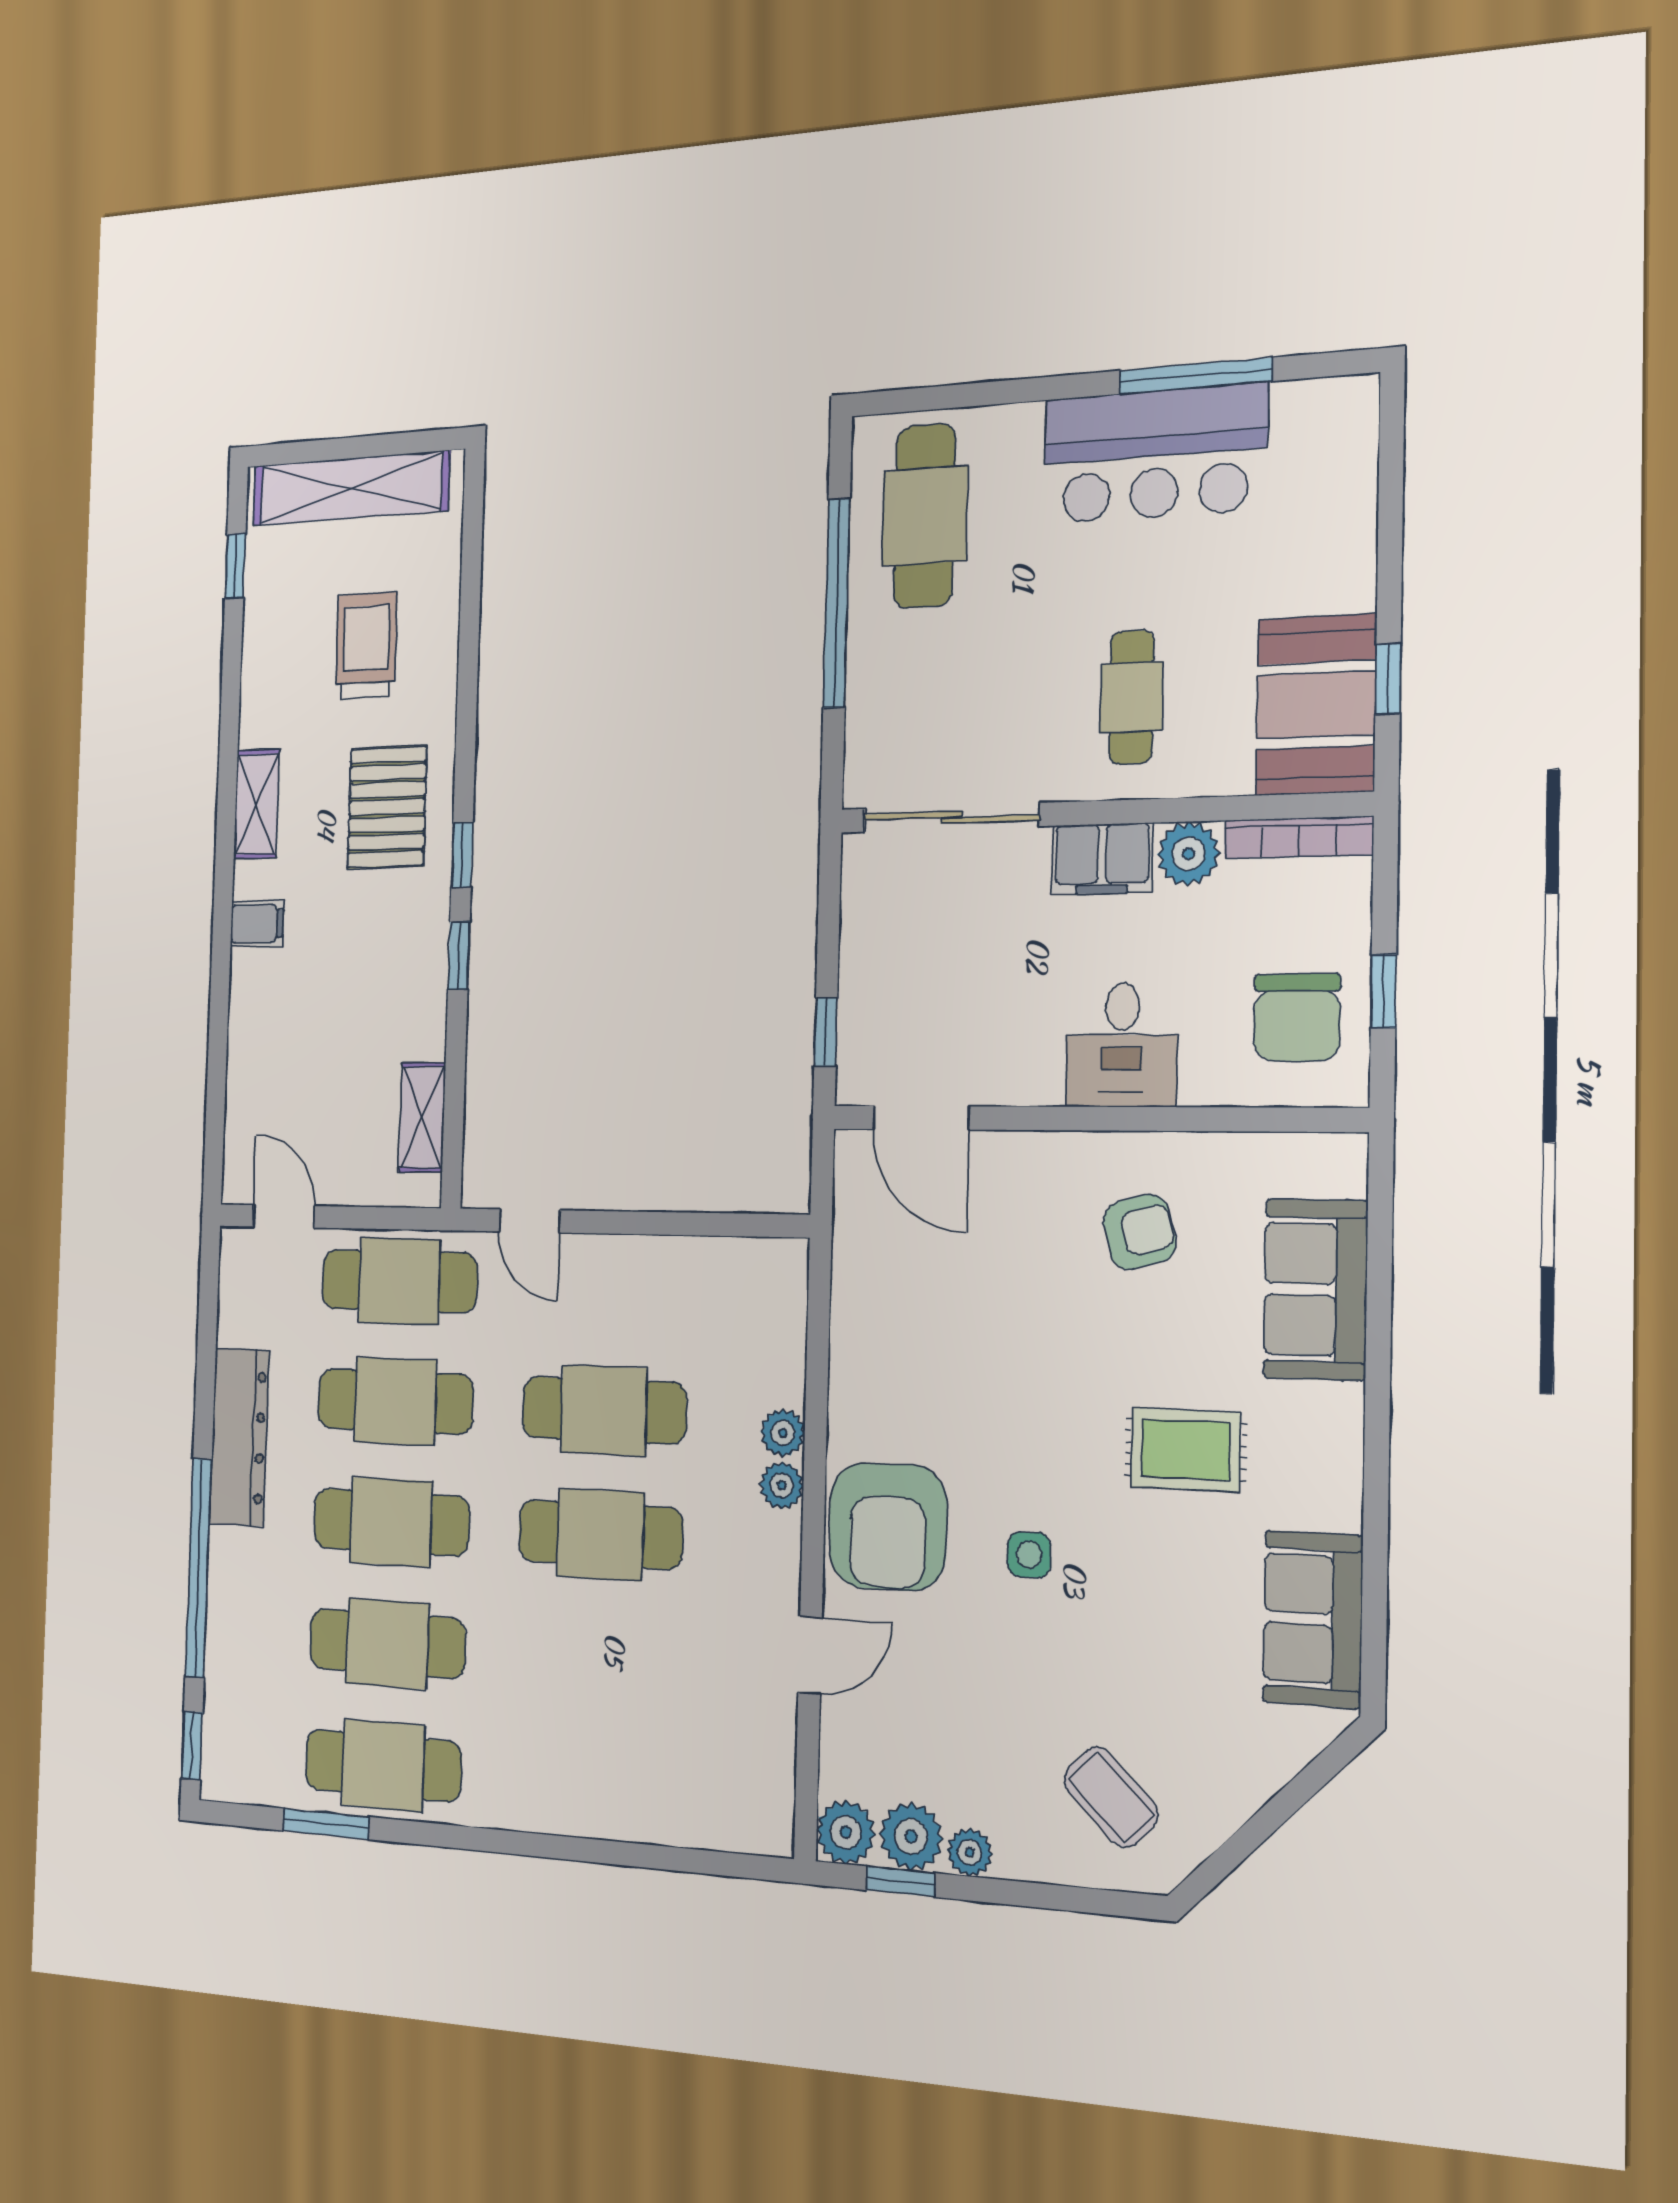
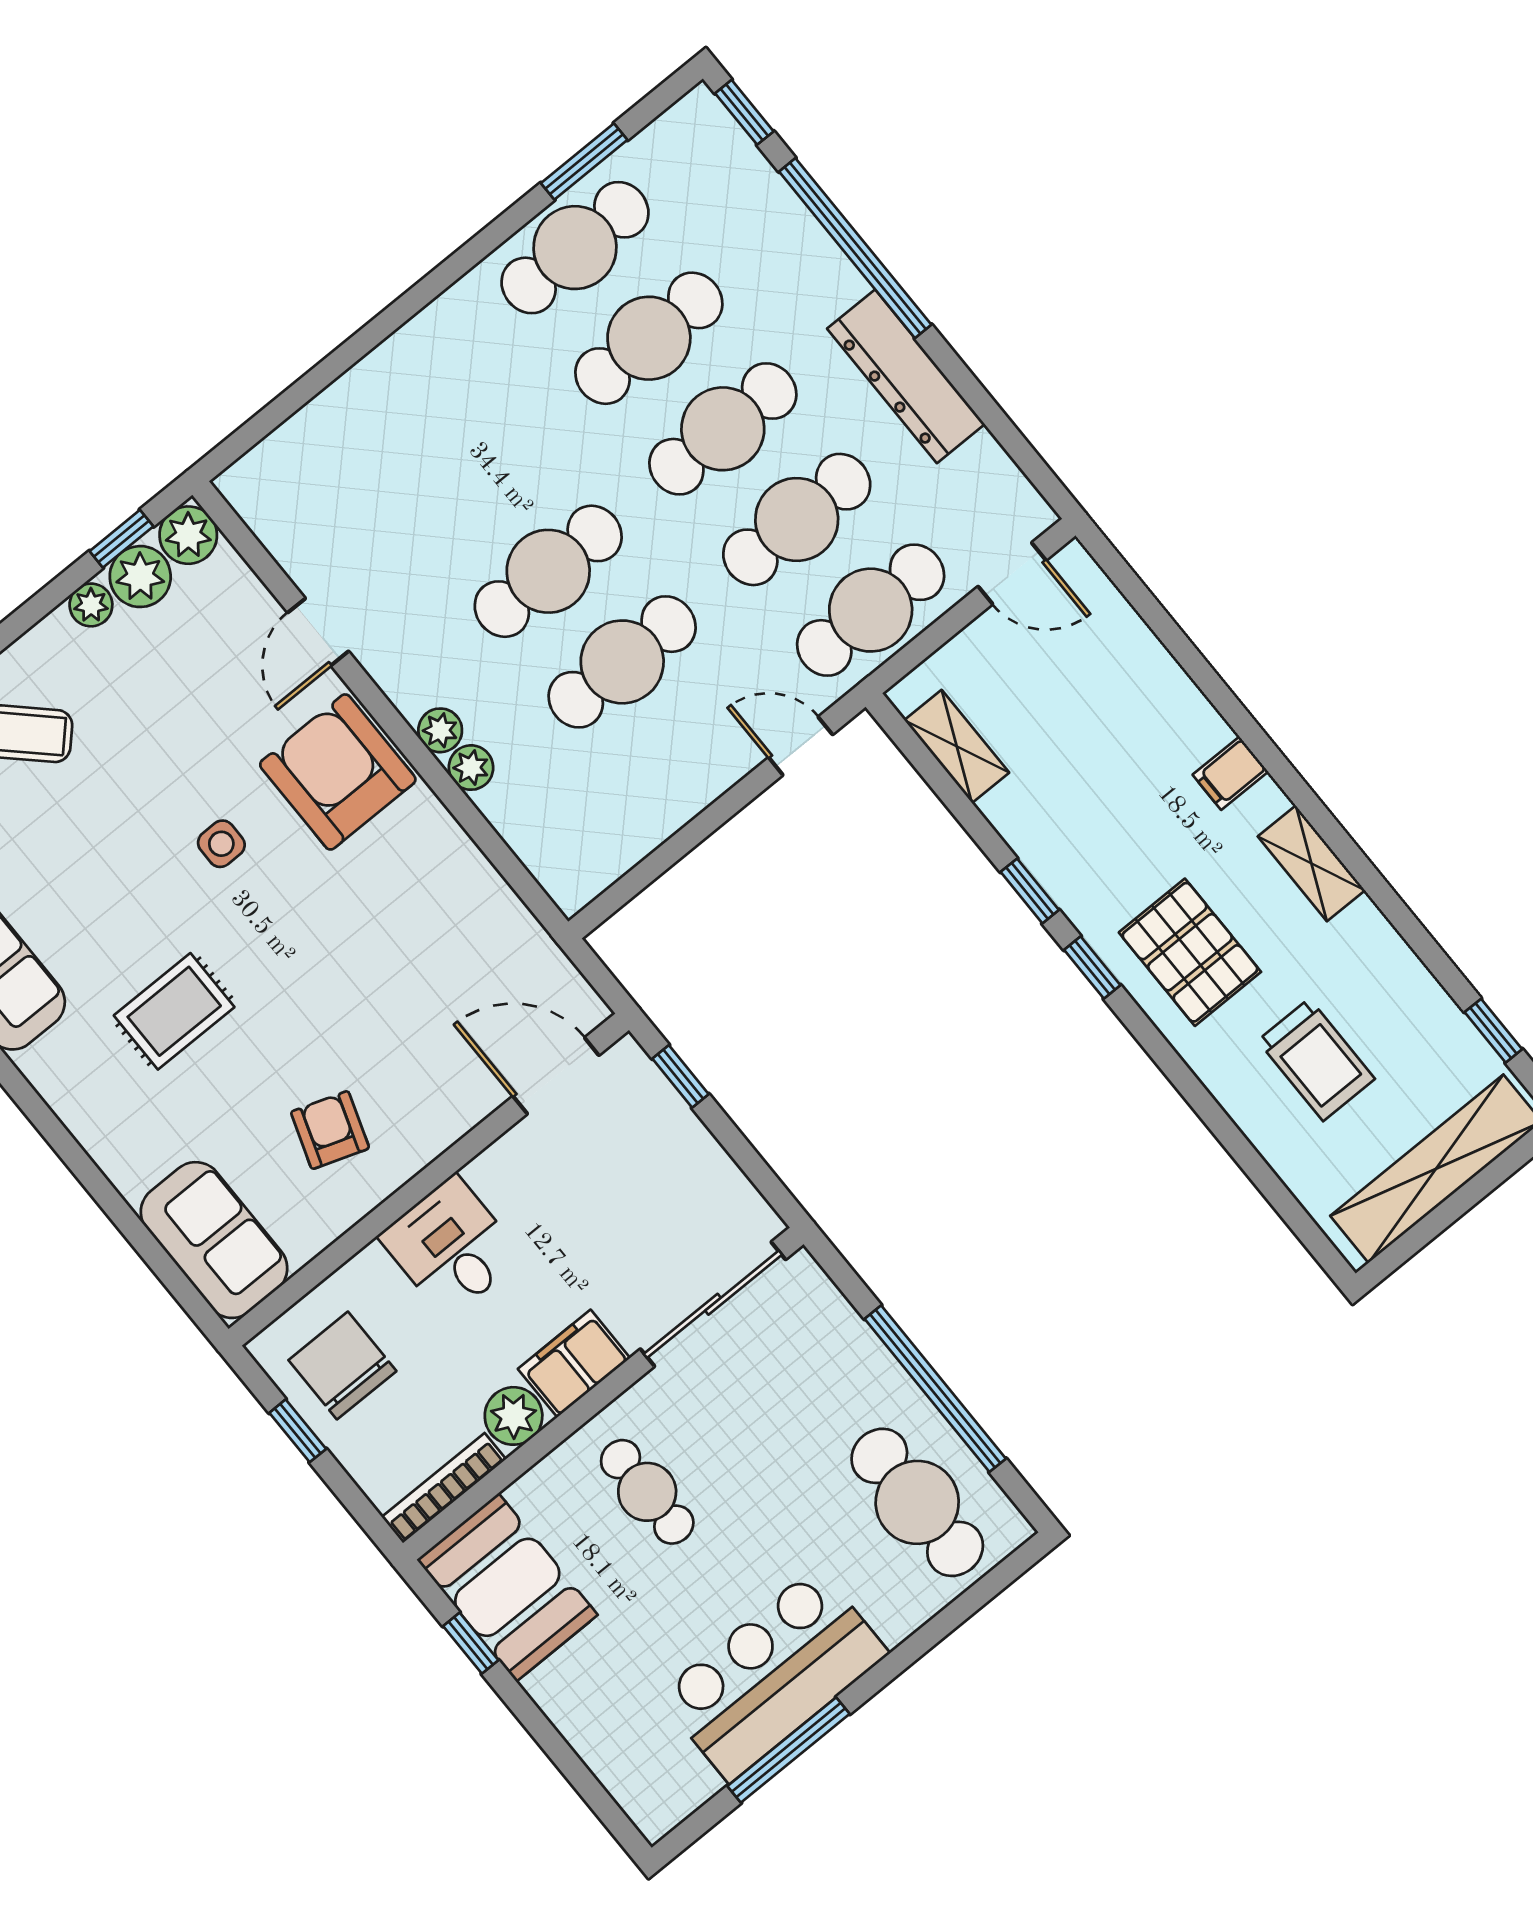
armchair: (1140, 1232) -> (330, 1130), turned 124
sofa: (1315, 1290) -> (214, 1240), moved

